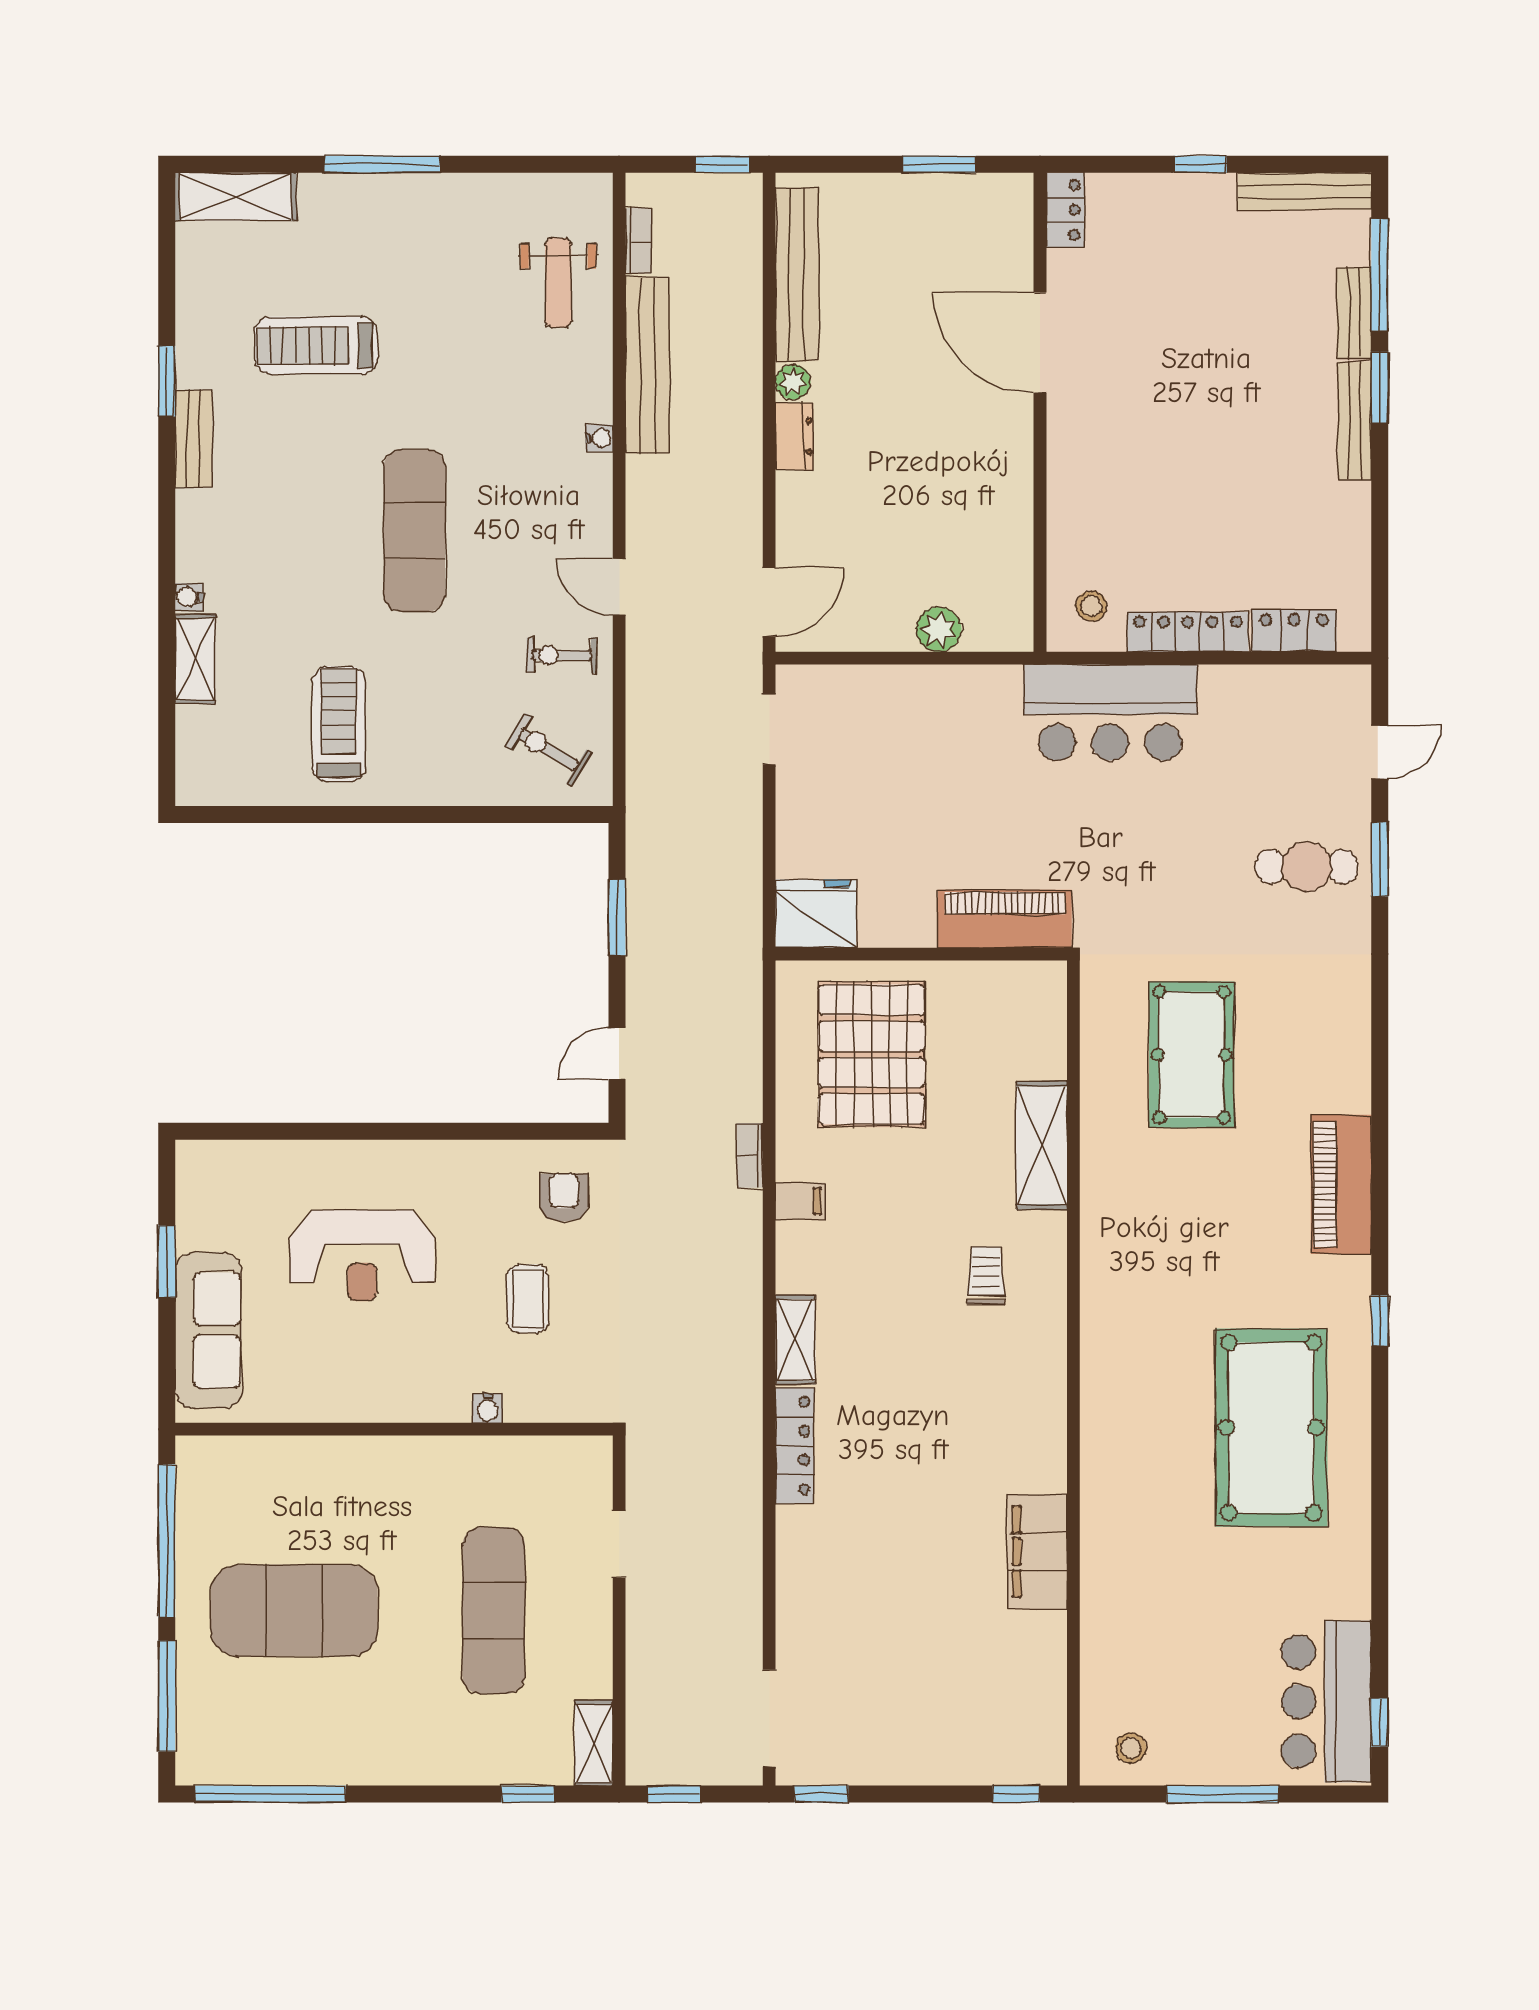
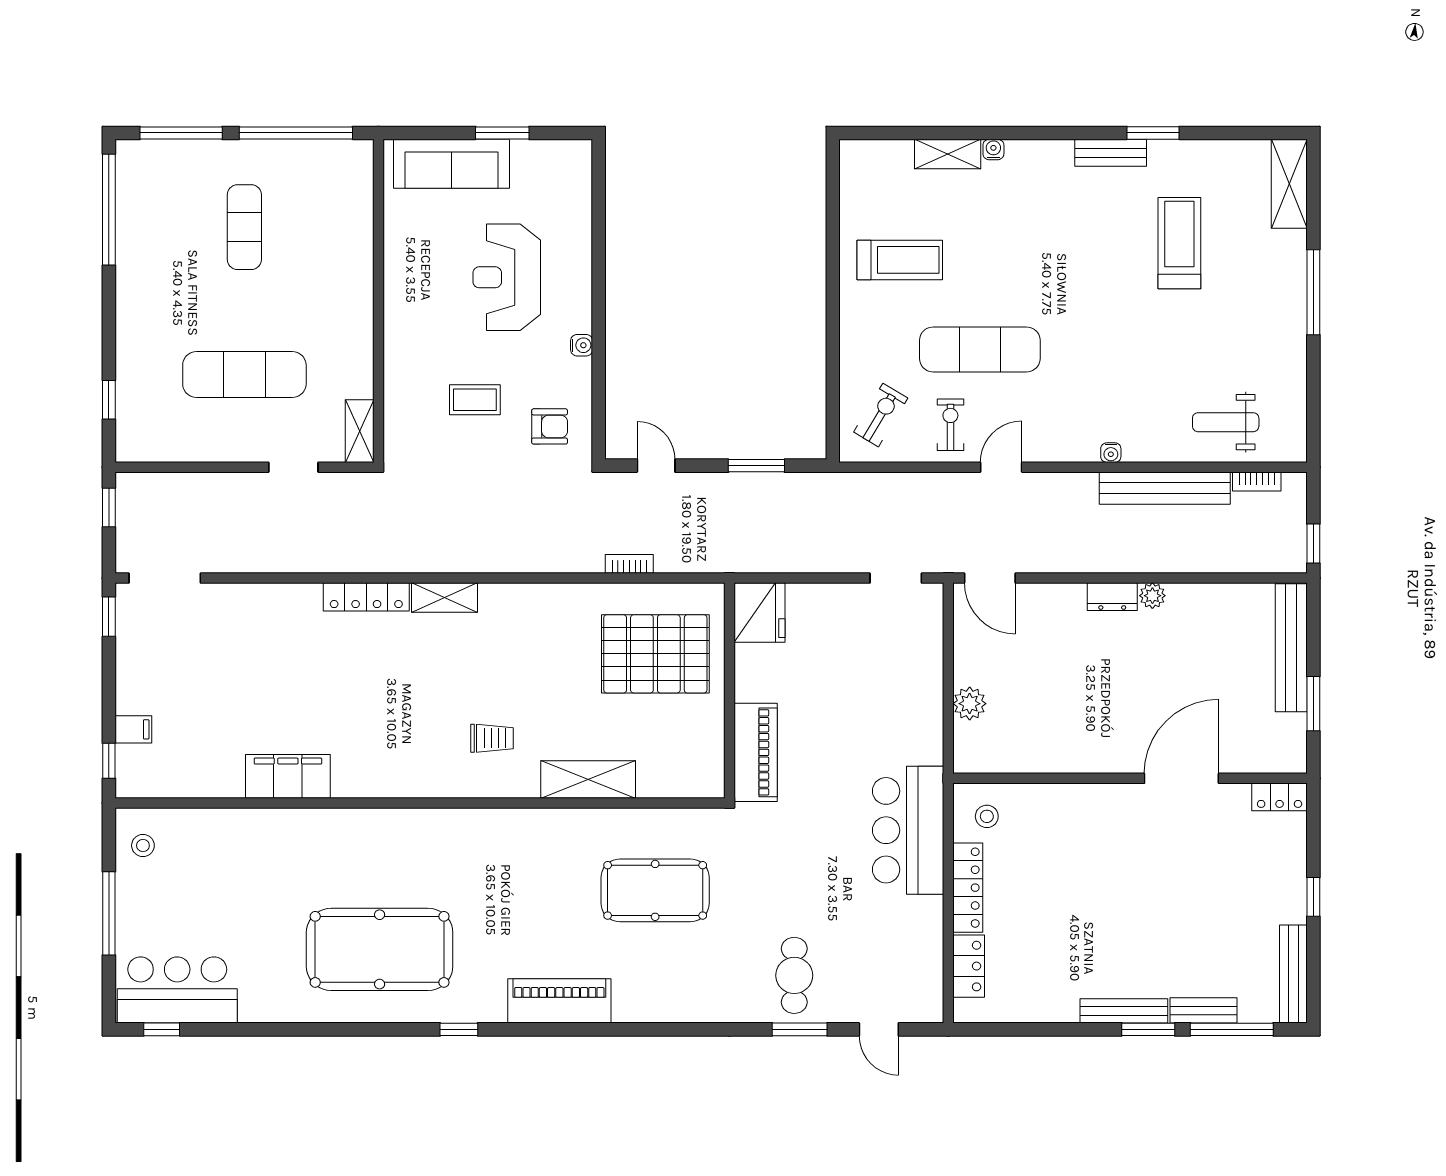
bench: (797, 274) -> (1291, 648), moved, turned 90
exercise mat: (414, 531) -> (980, 349), moved
bookcase: (750, 1155) -> (629, 564), moved
filing cabinet: (800, 1201) -> (133, 729), moved, turned -90
water cooler: (488, 1408) -> (582, 345), moved, turned 180
exercise mat: (294, 1611) -> (244, 227), width x0.50, depth x0.69
shelving: (594, 1743) -> (360, 431), moved, turned 90

